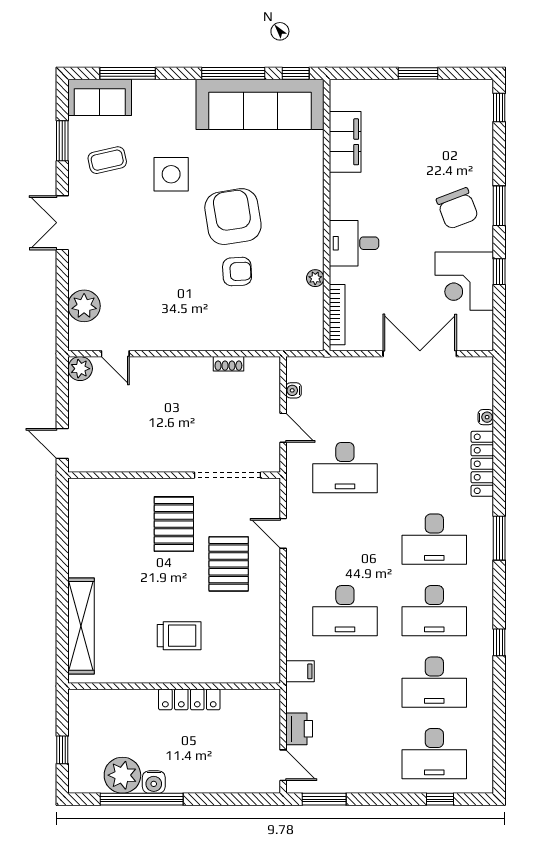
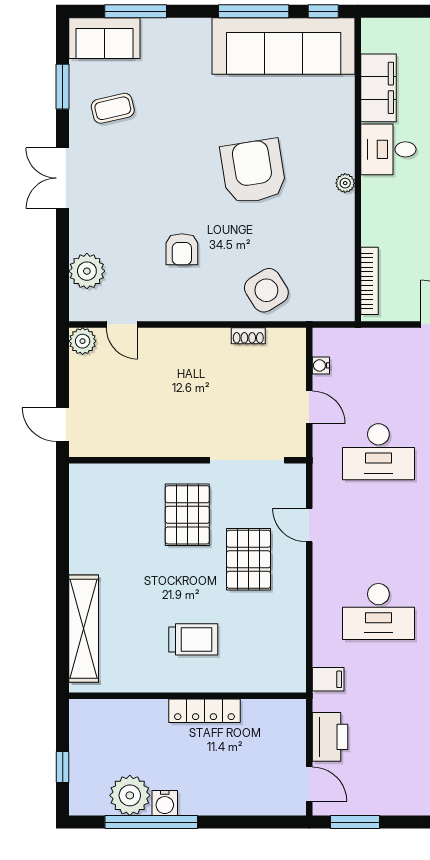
side table: (171, 174) -> (266, 290), moved, turned -32
desk: (354, 243) -> (388, 149), moved
armchair: (237, 272) -> (182, 249), moved, turned 93
plant: (315, 278) -> (345, 183), moved
printer: (299, 729) -> (330, 737), width x1.37, depth x1.19

